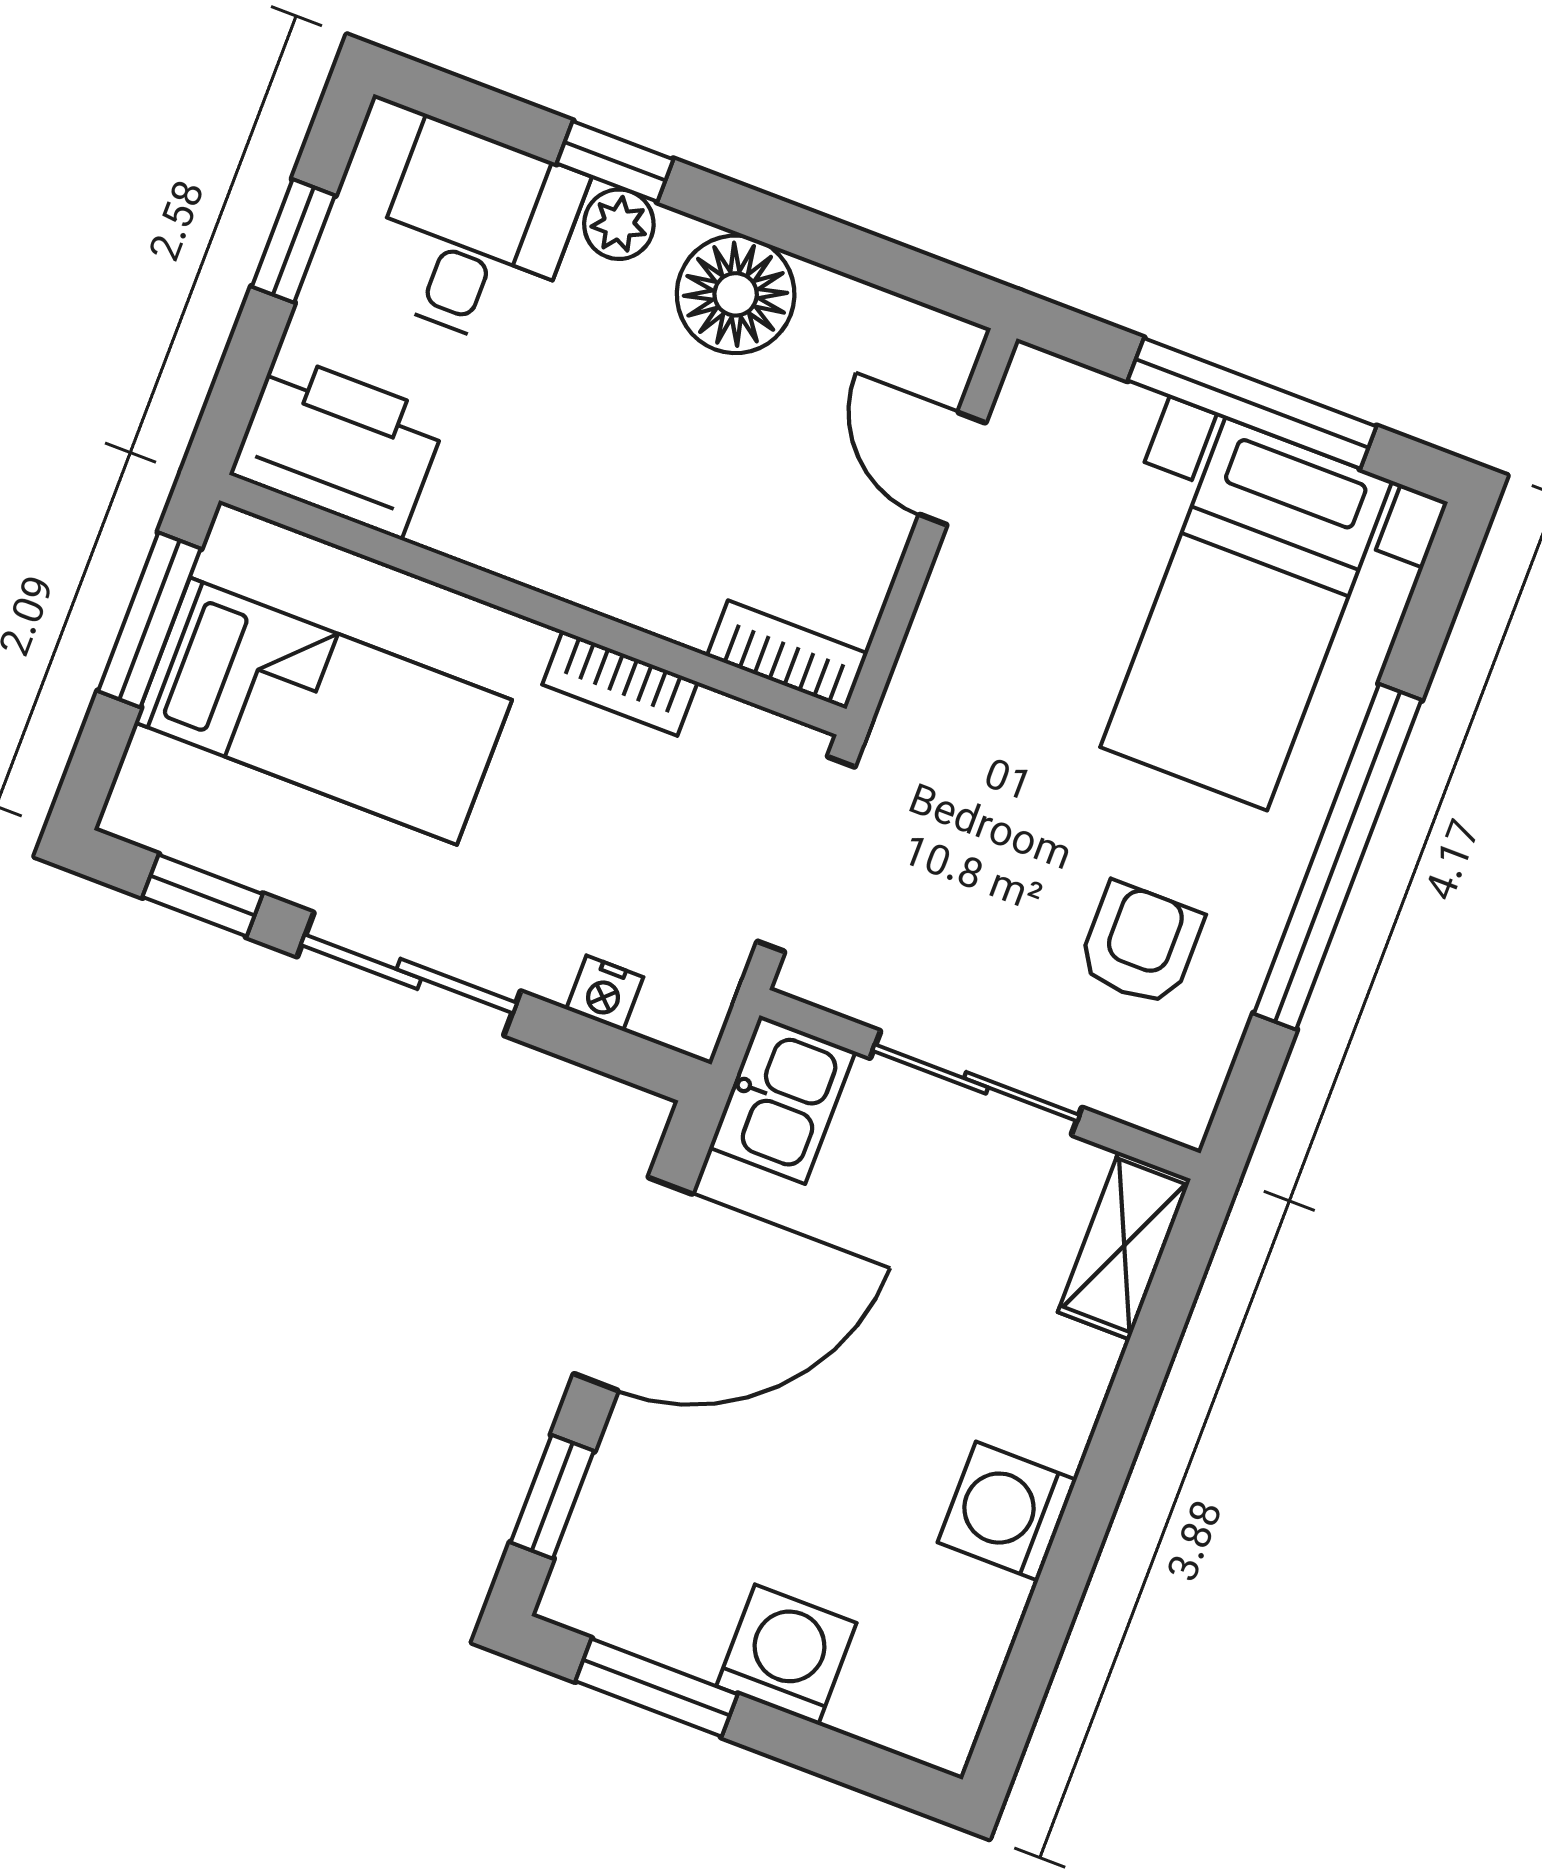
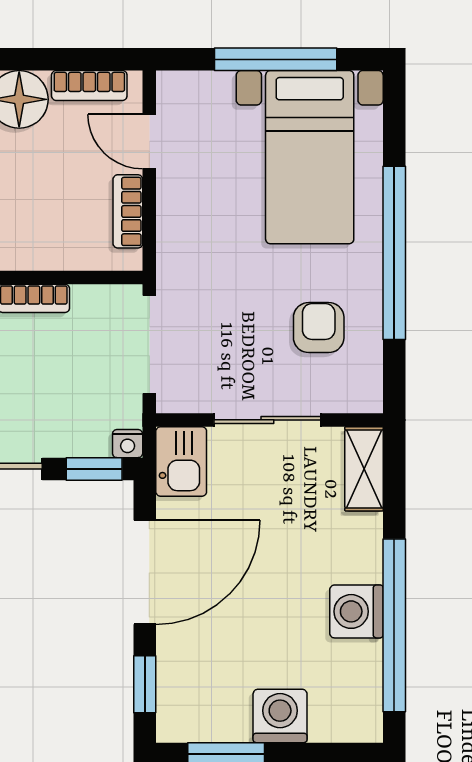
bookcase: (879, 319) -> (89, 86), added
bookcase: (787, 655) -> (128, 211), moved, turned -90
nightstand: (605, 993) -> (128, 444), moved
window: (611, 1051) -> (94, 469), added
window: (1069, 1565) -> (394, 625), added

